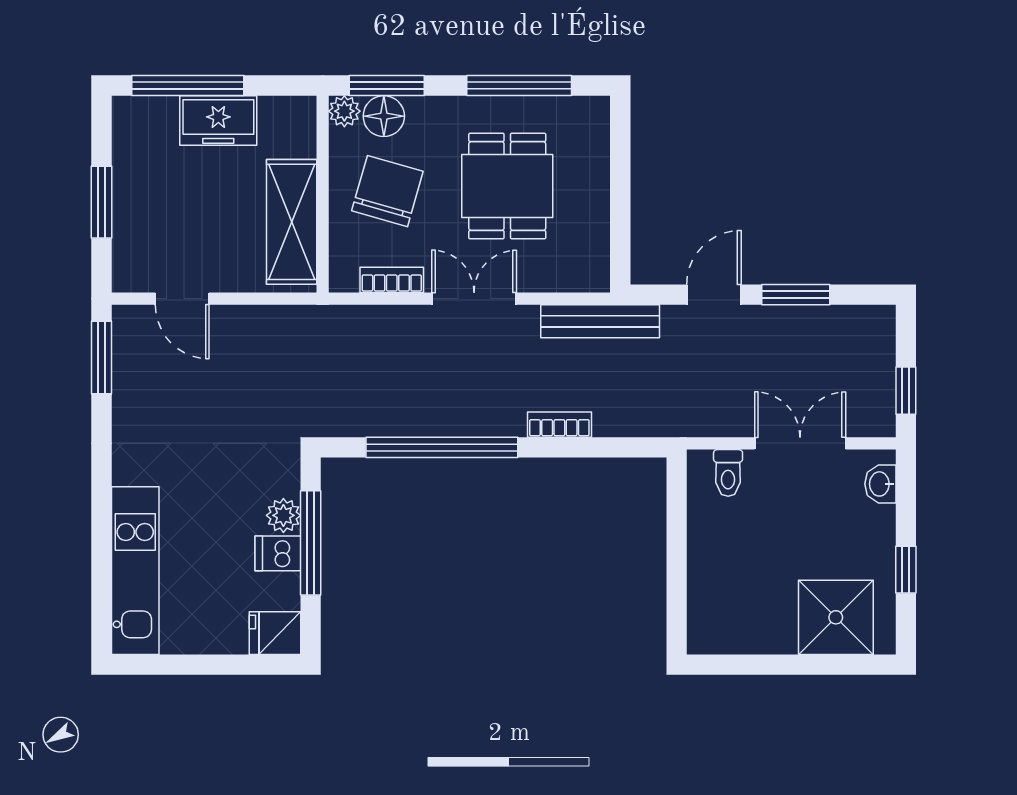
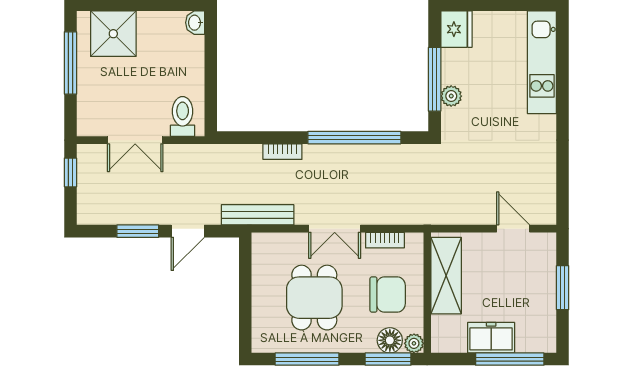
chair: (387, 191) -> (388, 295), turned -106
window: (101, 357) -> (563, 193), removed
toilet: (728, 473) -> (183, 116), width x1.37, depth x1.39
washbasin: (880, 484) -> (195, 23), moved, turned 180
dishwasher: (278, 553) -> (455, 73), removed
window: (906, 570) -> (70, 63), width x2.17
fridge: (275, 633) -> (456, 29), width x1.38

